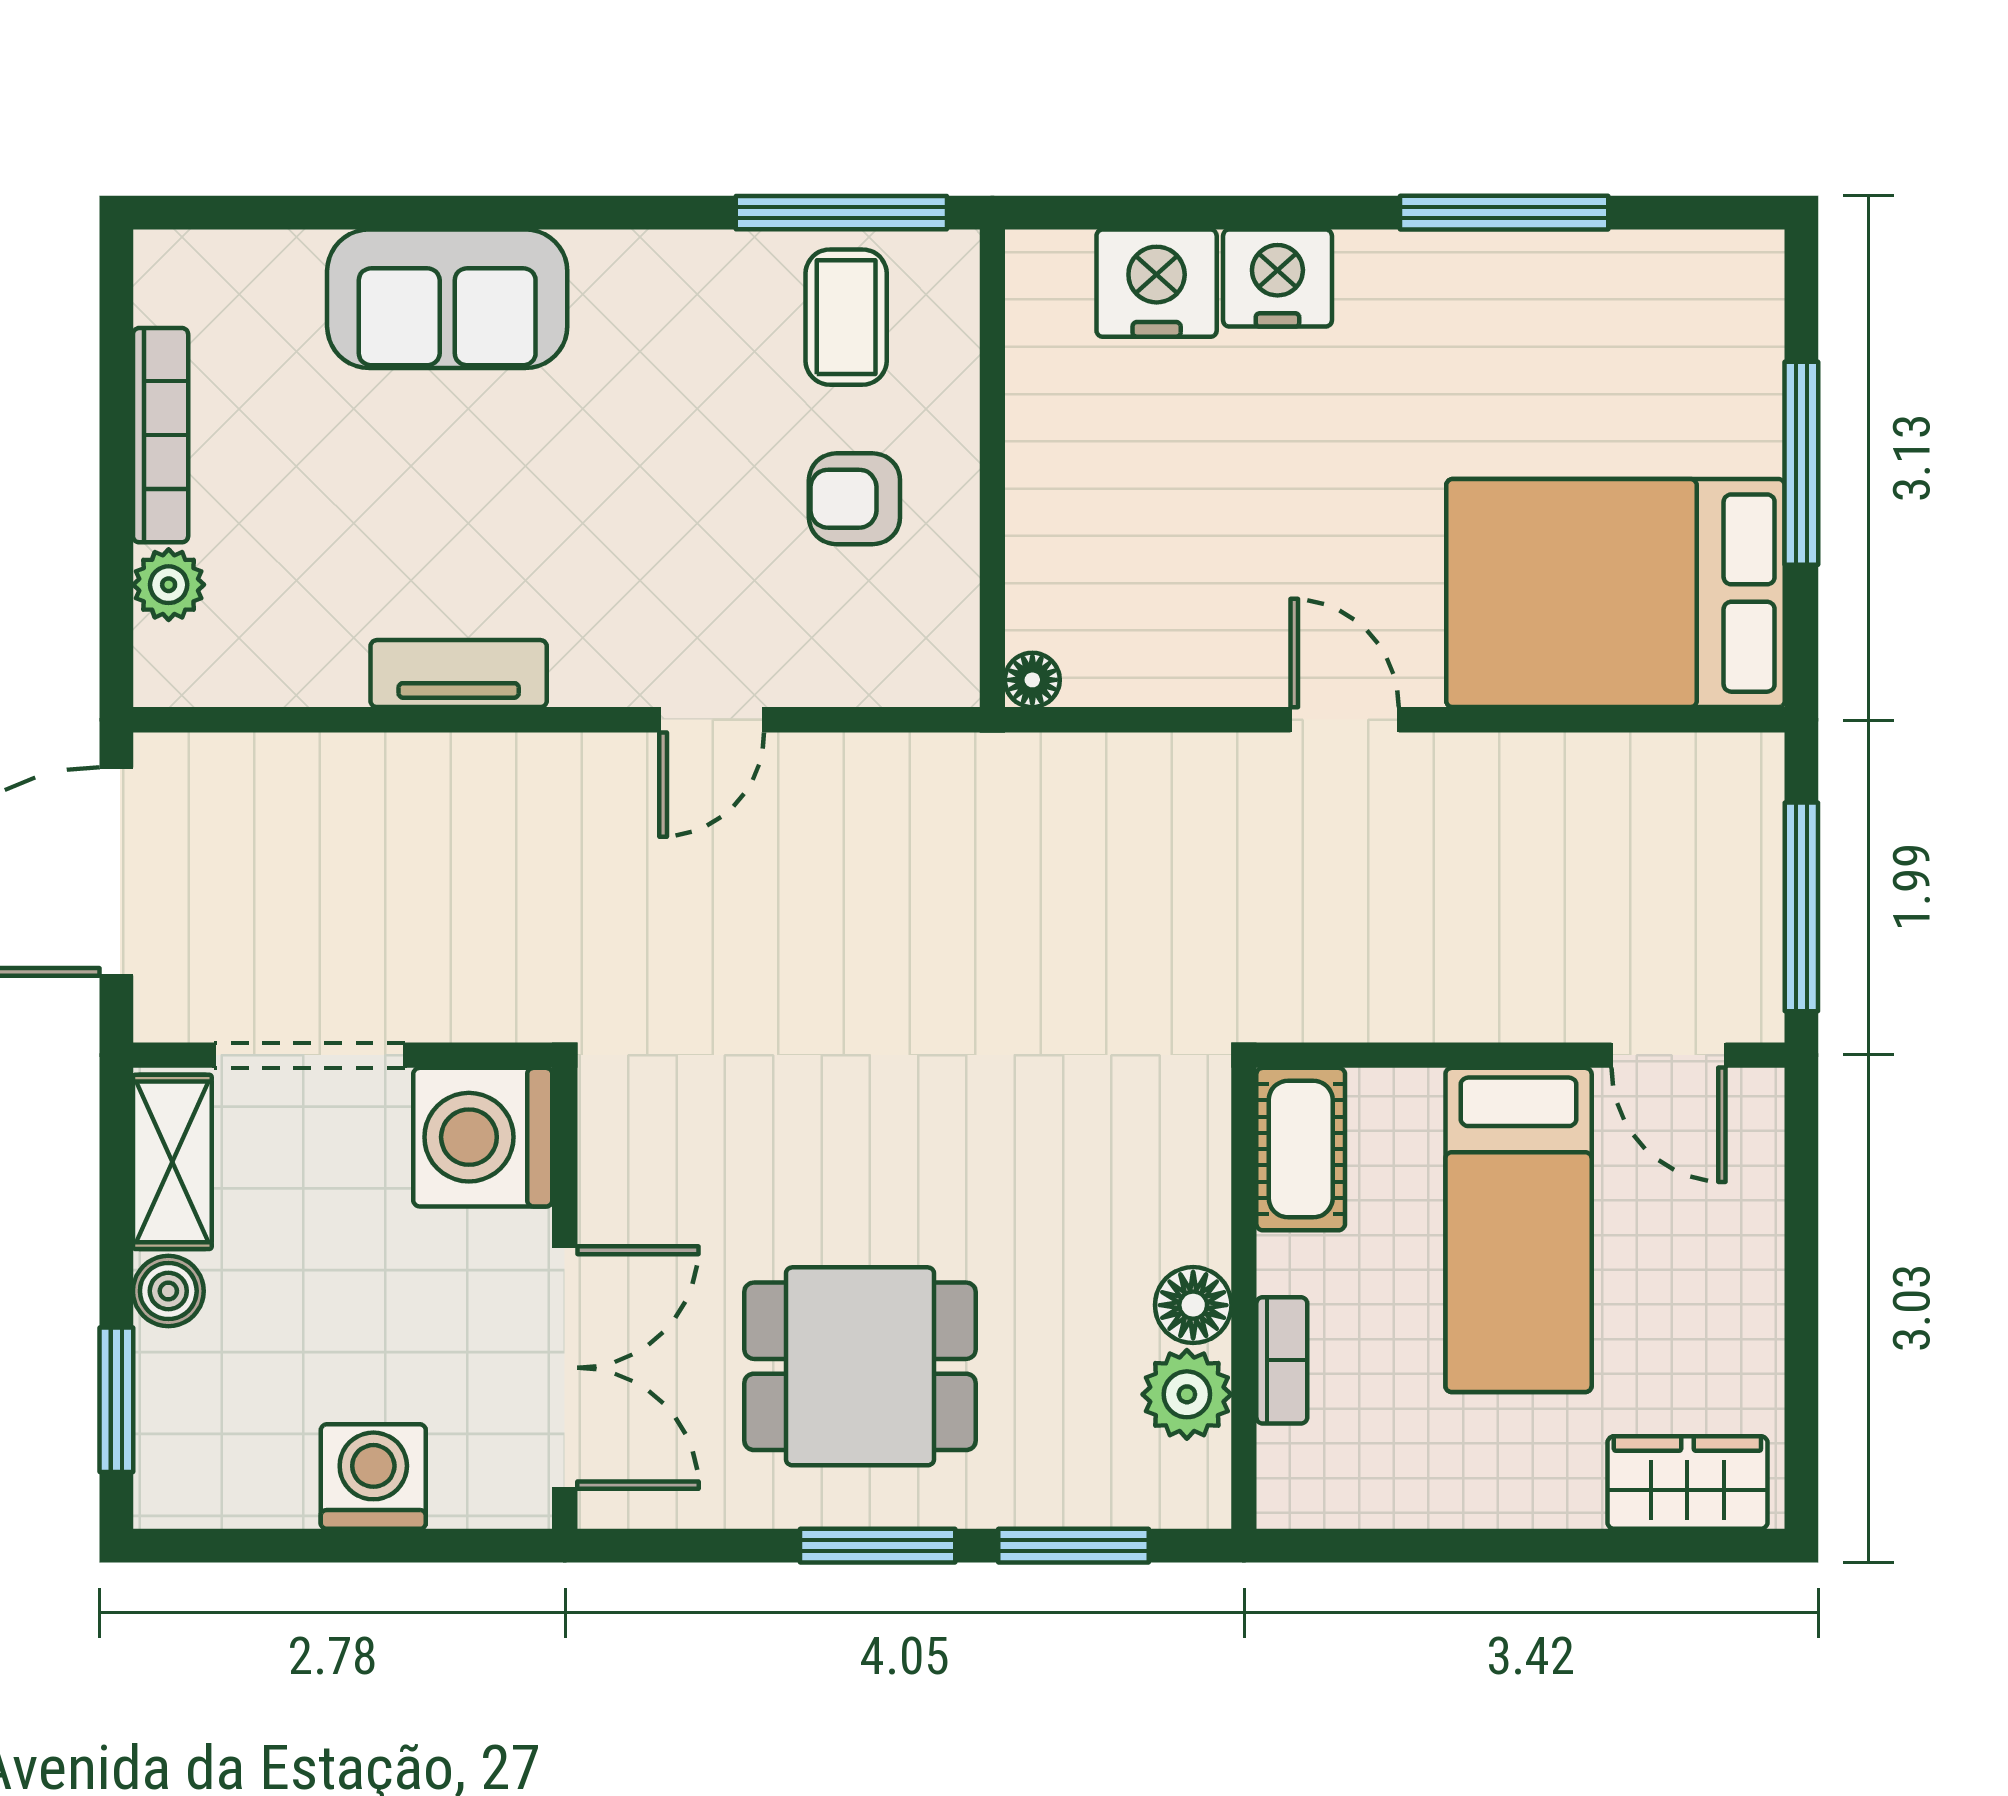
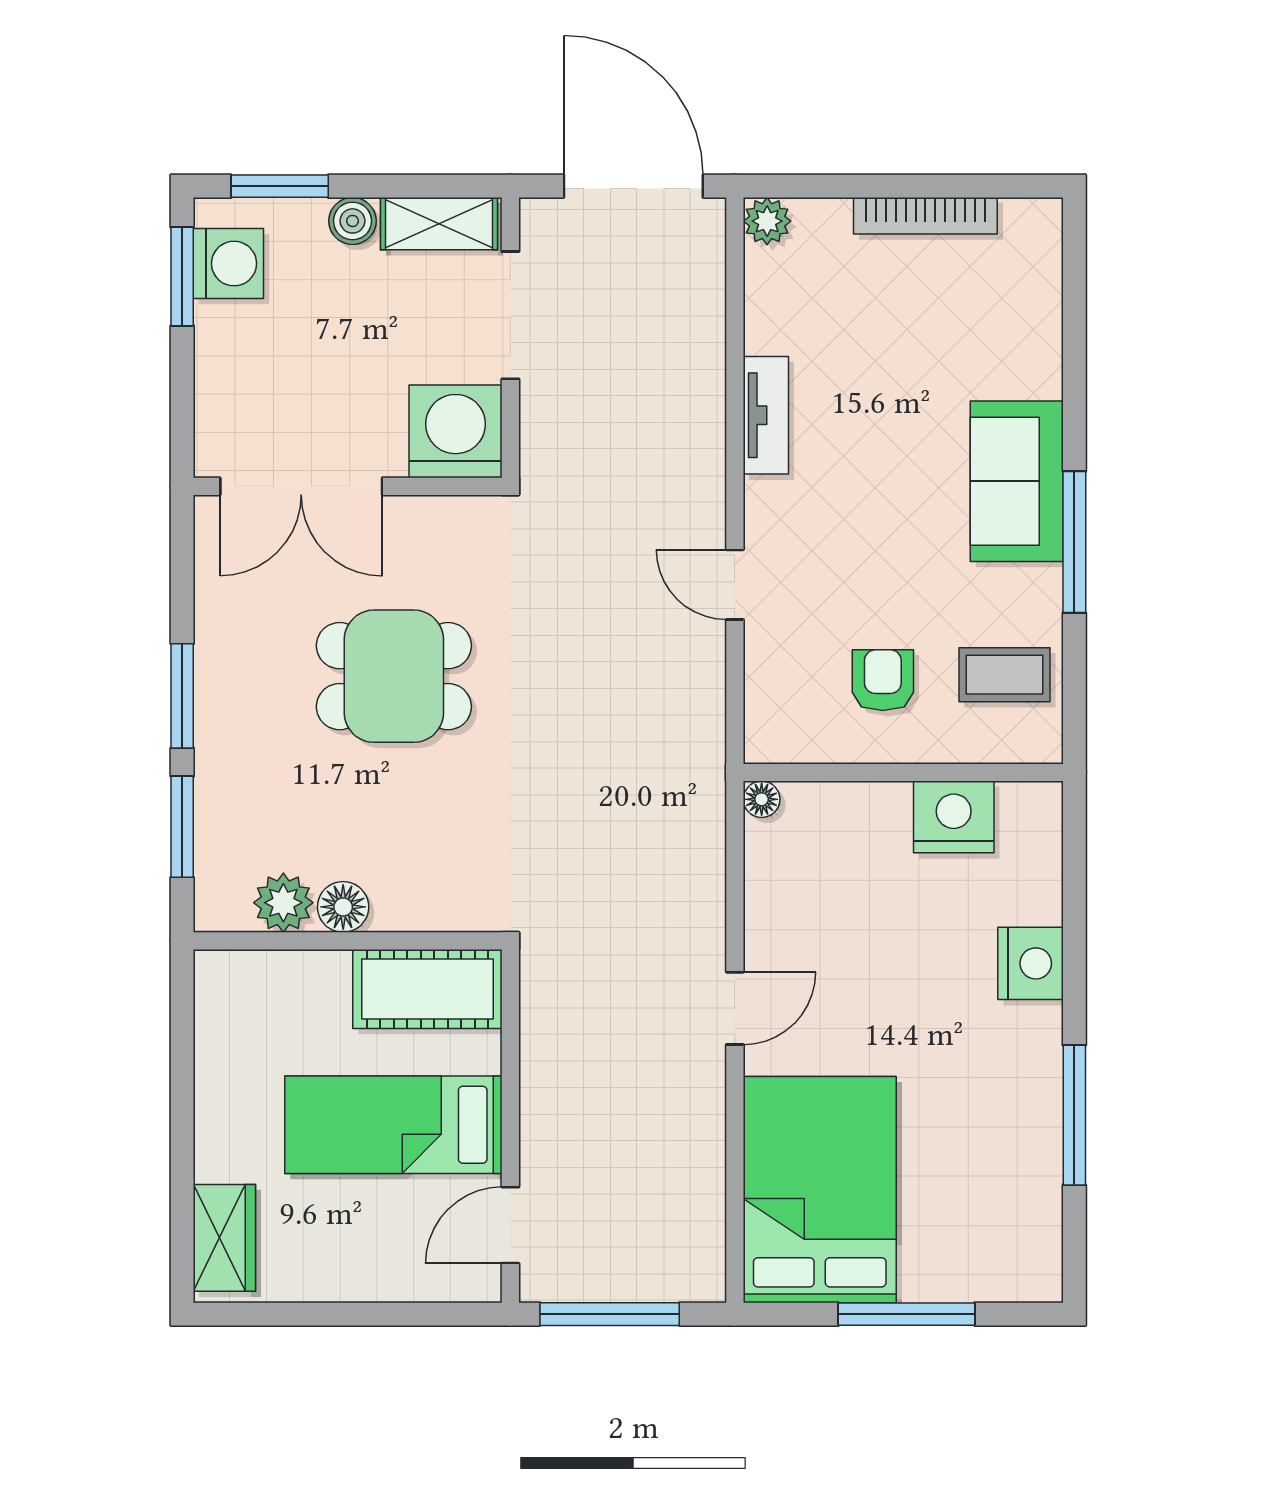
window: (841, 213) -> (1074, 542), moved
nightstand: (1157, 283) -> (954, 817), moved, turned -90
sofa: (447, 299) -> (1017, 481), moved
plant: (169, 585) -> (767, 221), moved
cot: (1301, 1149) -> (427, 989), width x1.37, depth x1.34
bookcase: (1282, 1360) -> (306, 966), removed
dining table: (860, 1366) -> (394, 676), moved, turned 90
washing machine: (373, 1476) -> (228, 264), moved
window: (251, 1546) -> (182, 277), added

